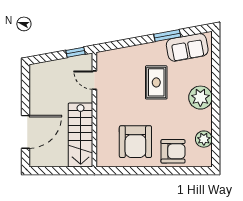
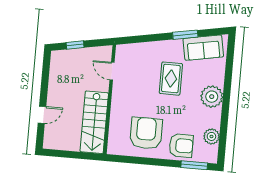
window: (75, 52) -> (75, 45), moved
door: (25, 132) -> (42, 115), width x0.53
armchair: (135, 142) -> (146, 133), turned 180
window: (188, 171) -> (194, 165), added

